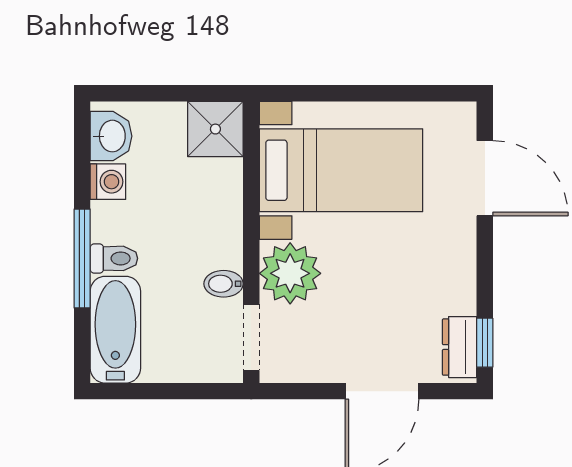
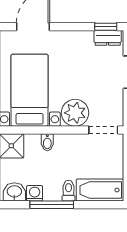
window: (82, 259) -> (52, 205), moved
bidet: (224, 284) -> (47, 142), moved

